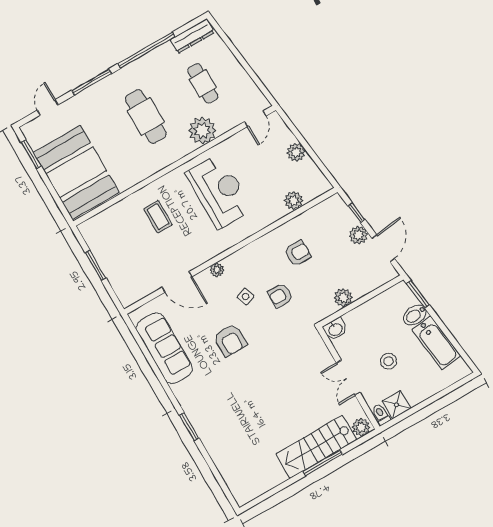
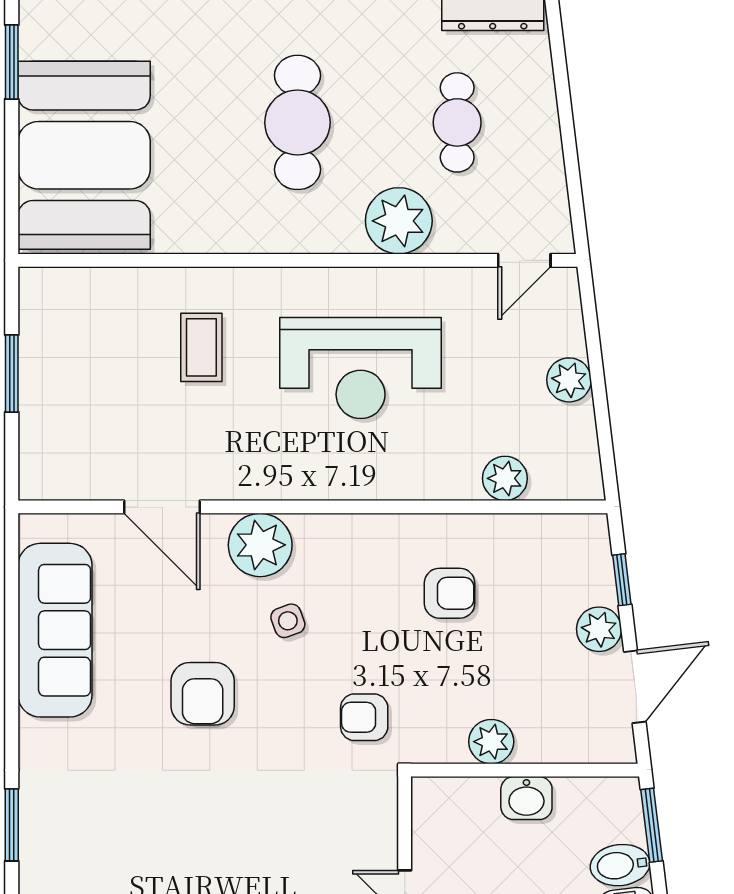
reception desk: (219, 191) -> (361, 368), turned 90
plant: (217, 270) -> (260, 545), width x1.88, depth x1.88
armchair: (280, 295) -> (364, 717), moved
washbasin: (335, 329) -> (526, 798), moved

